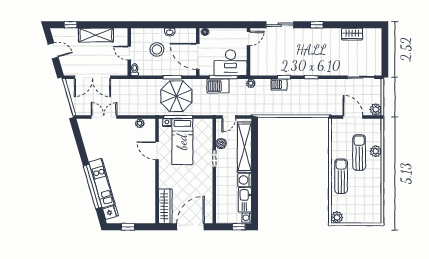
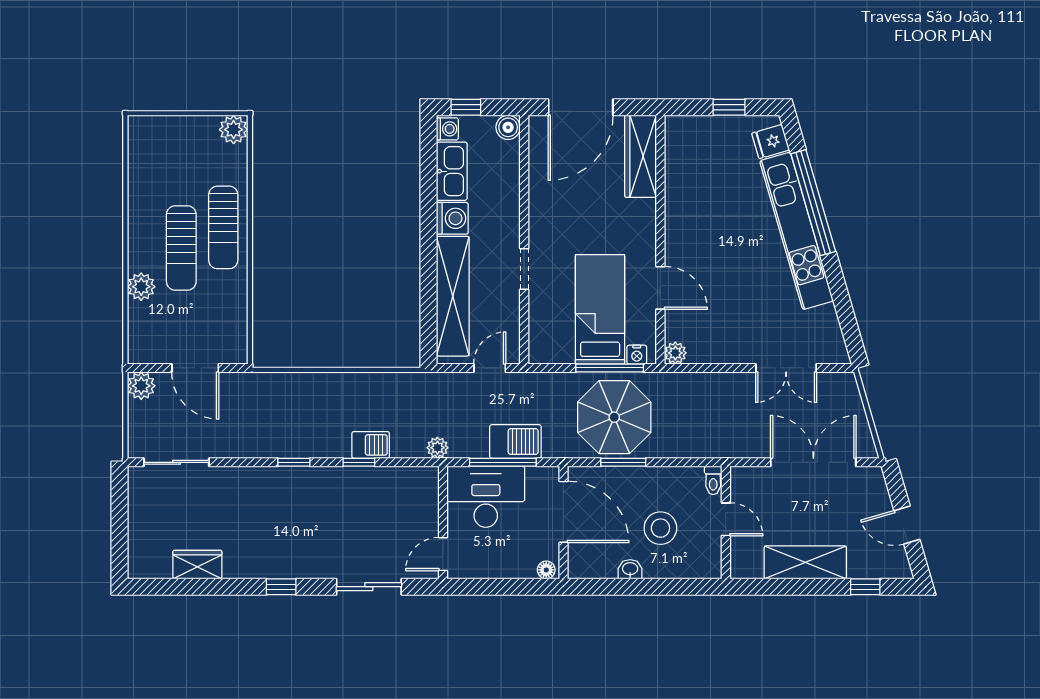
plant: (140, 123) -> (675, 353), moved
boiler: (221, 144) -> (508, 127), moved
sun lounger: (359, 152) -> (181, 248), moved
kitchen unit: (102, 183) -> (797, 231), width x1.36

